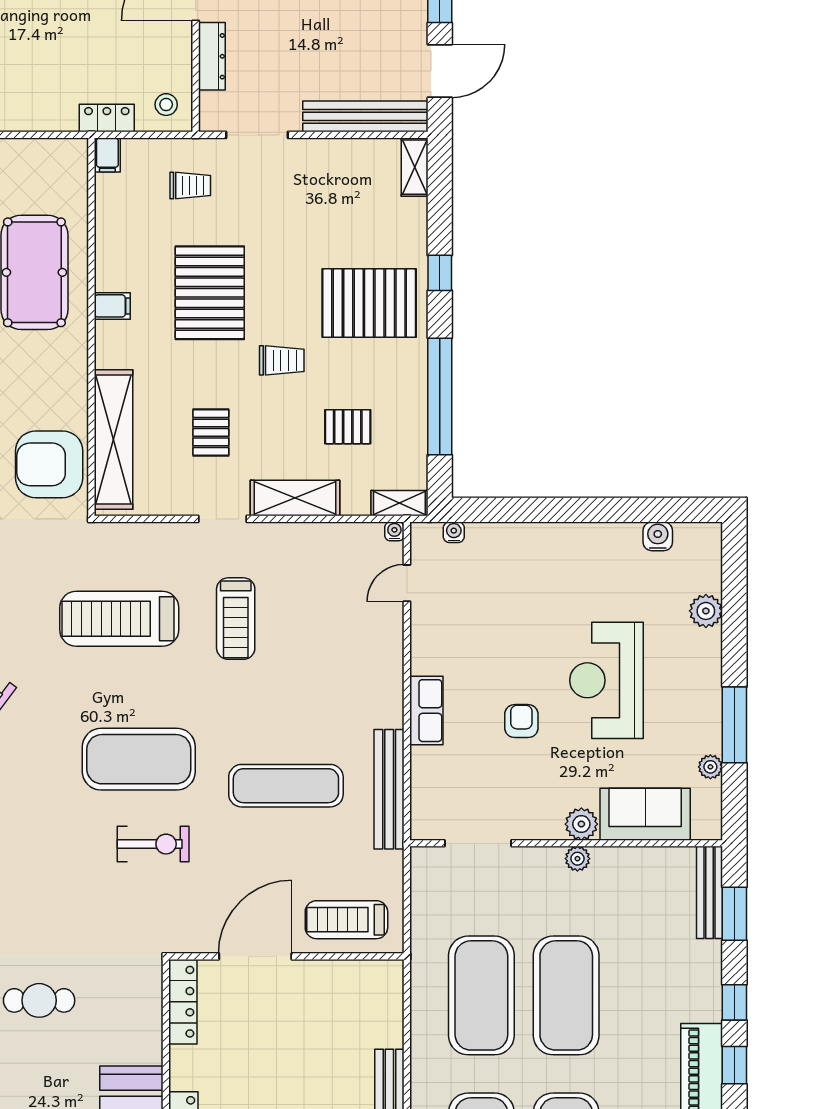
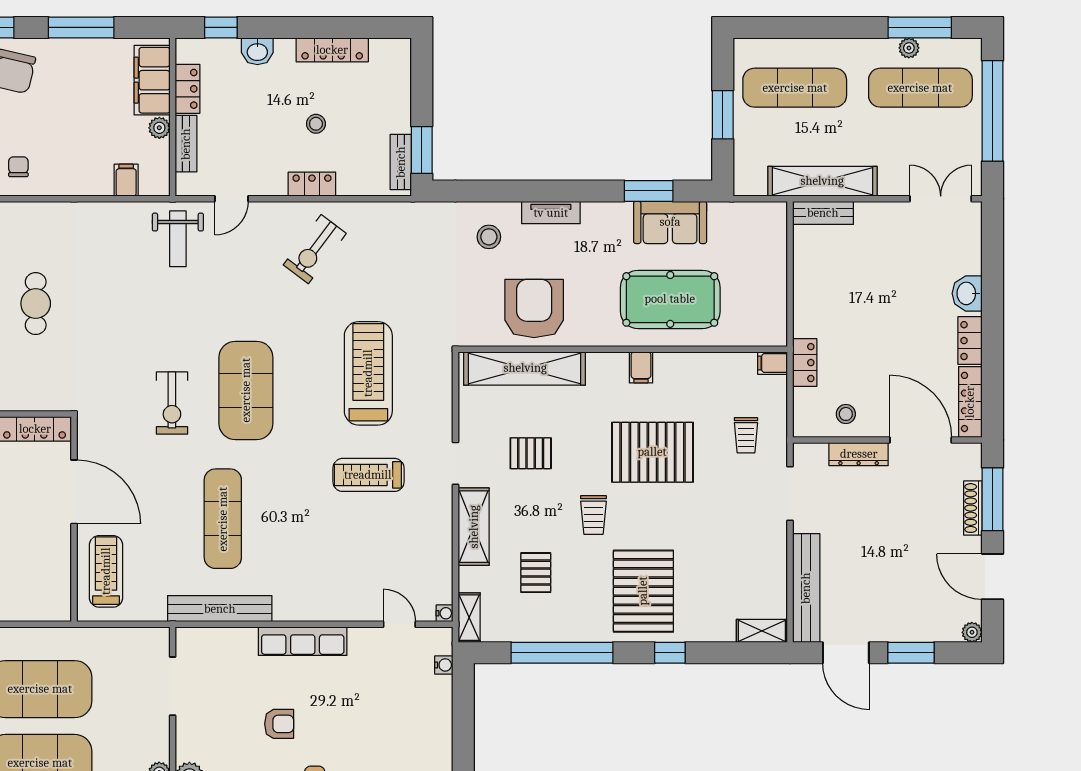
stool: (166, 105) -> (846, 414), moved
armchair: (49, 464) -> (534, 308), moved
row of seats: (426, 711) -> (303, 641), width x1.48

